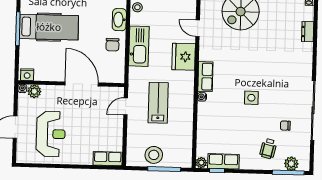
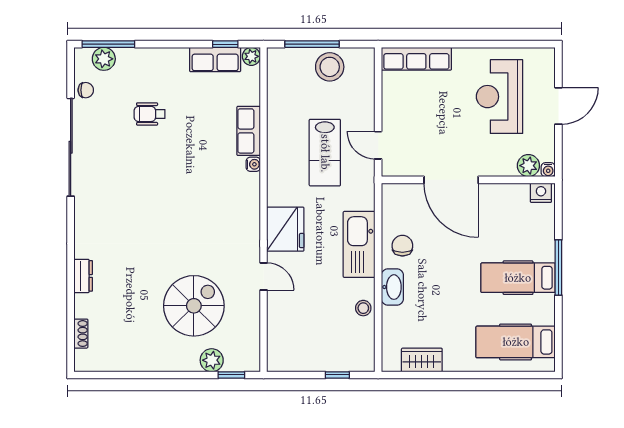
hospital bed: (49, 27) -> (518, 278), width x0.73, depth x0.78
row of seats: (205, 77) -> (249, 131), moved
side table: (251, 98) -> (172, 165), removed
door: (126, 106) -> (378, 145), swing flipped
chair: (285, 126) -> (86, 90), moved
wheelchair: (268, 149) -> (150, 114), moved, turned -103
row of seats: (108, 159) -> (416, 59), width x1.48

